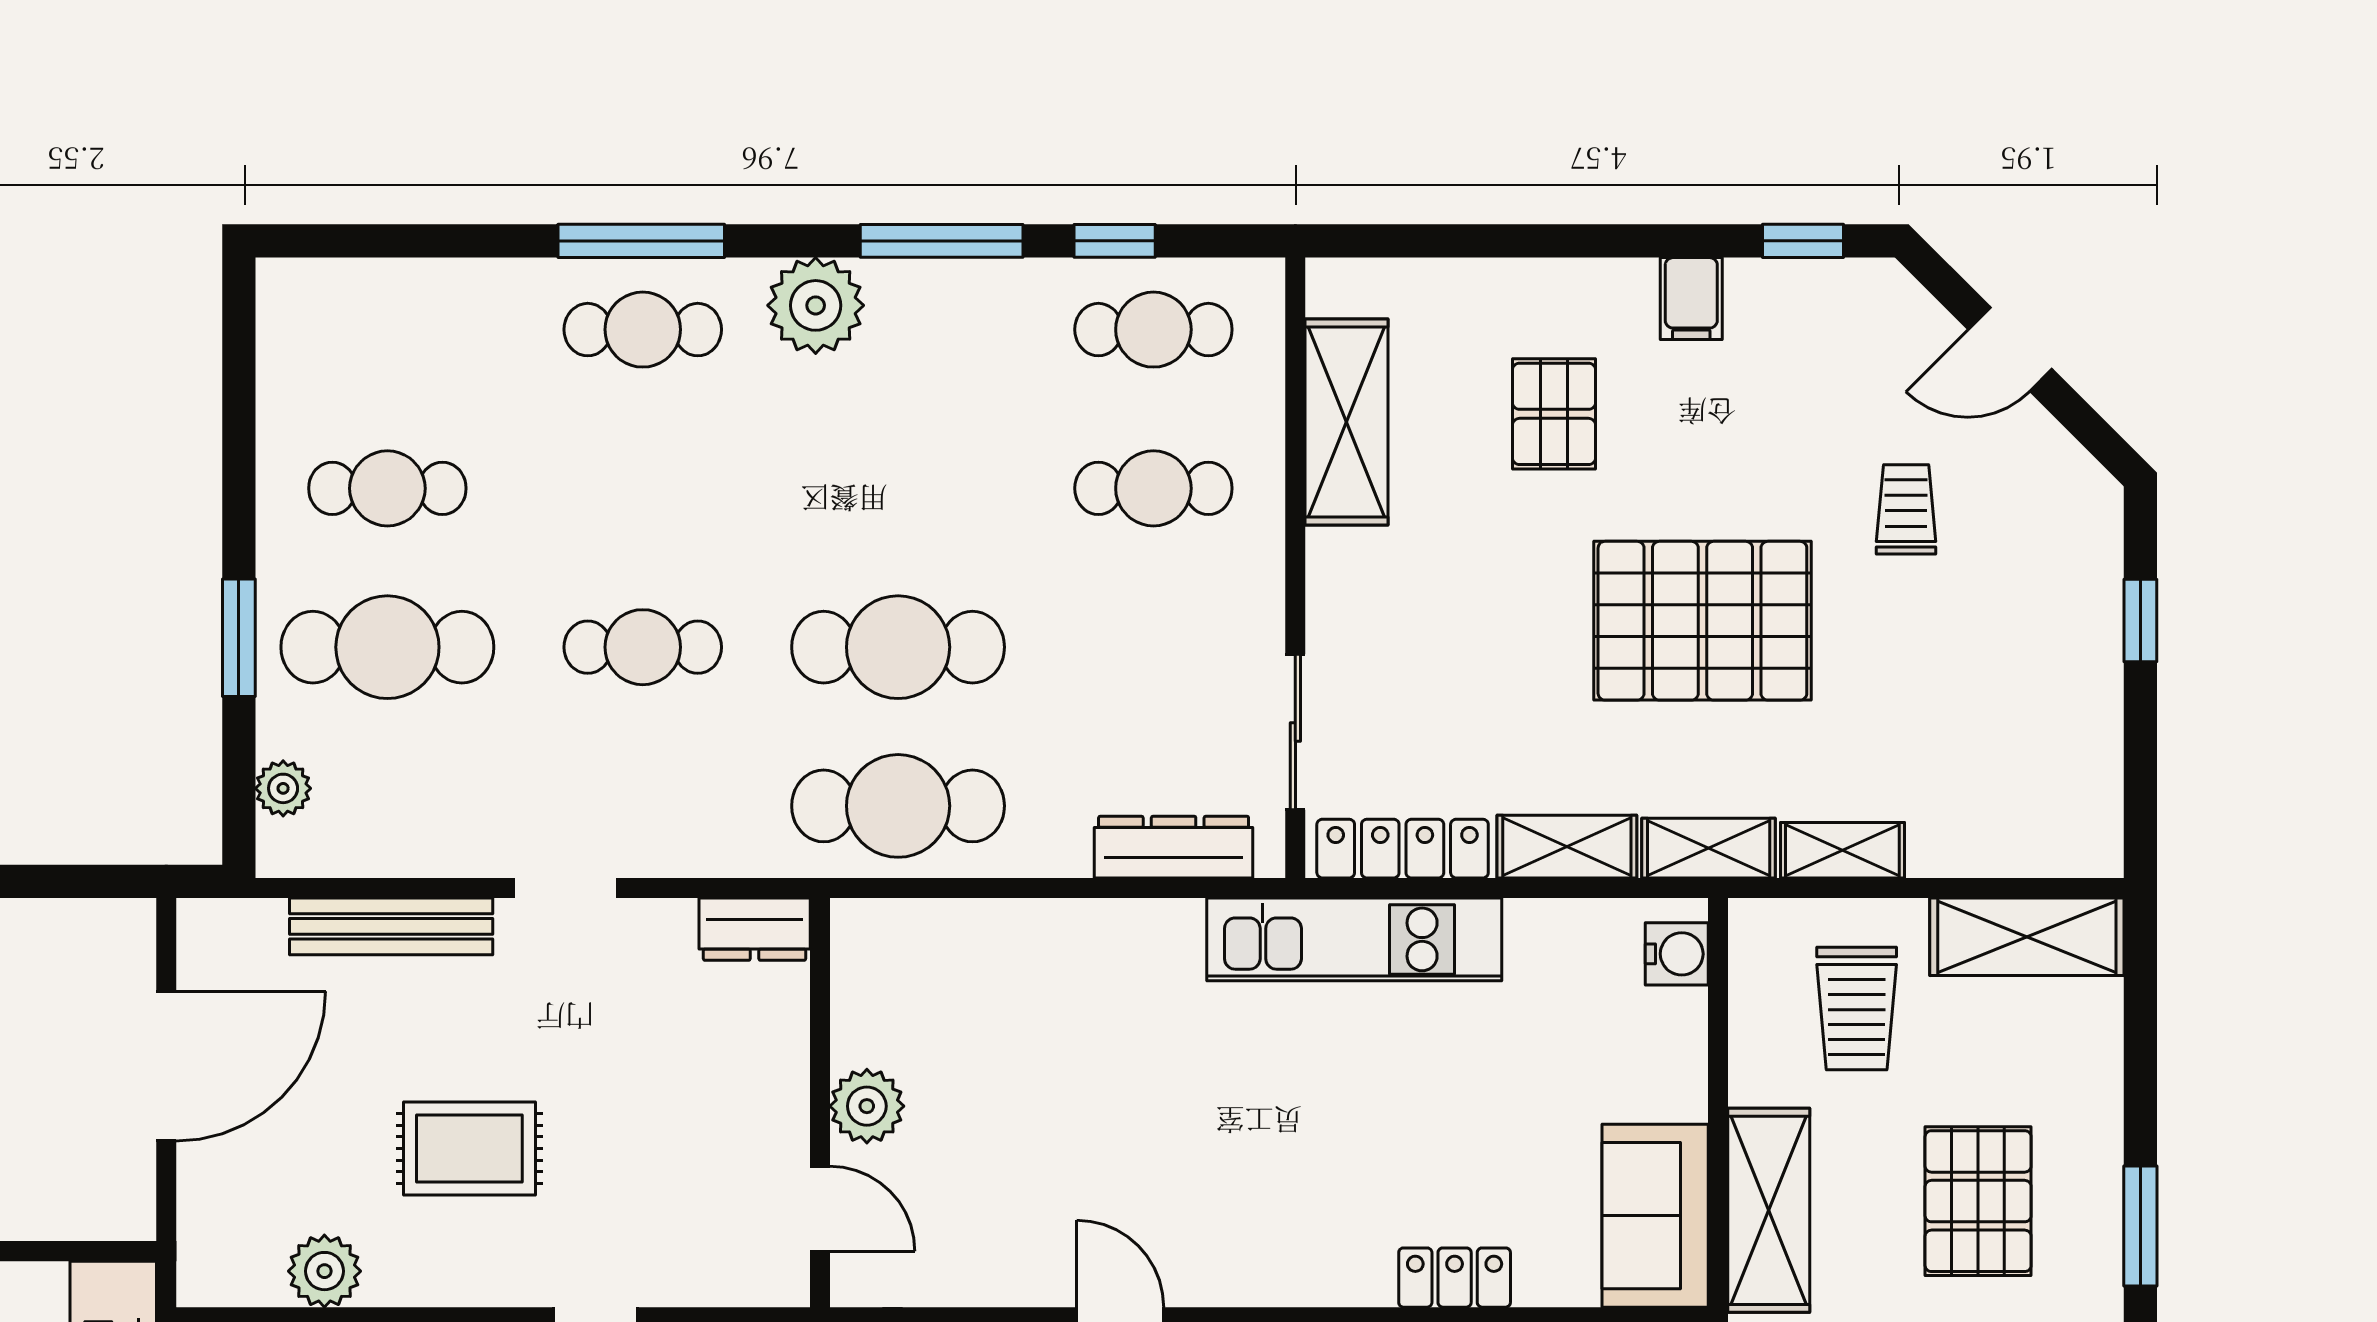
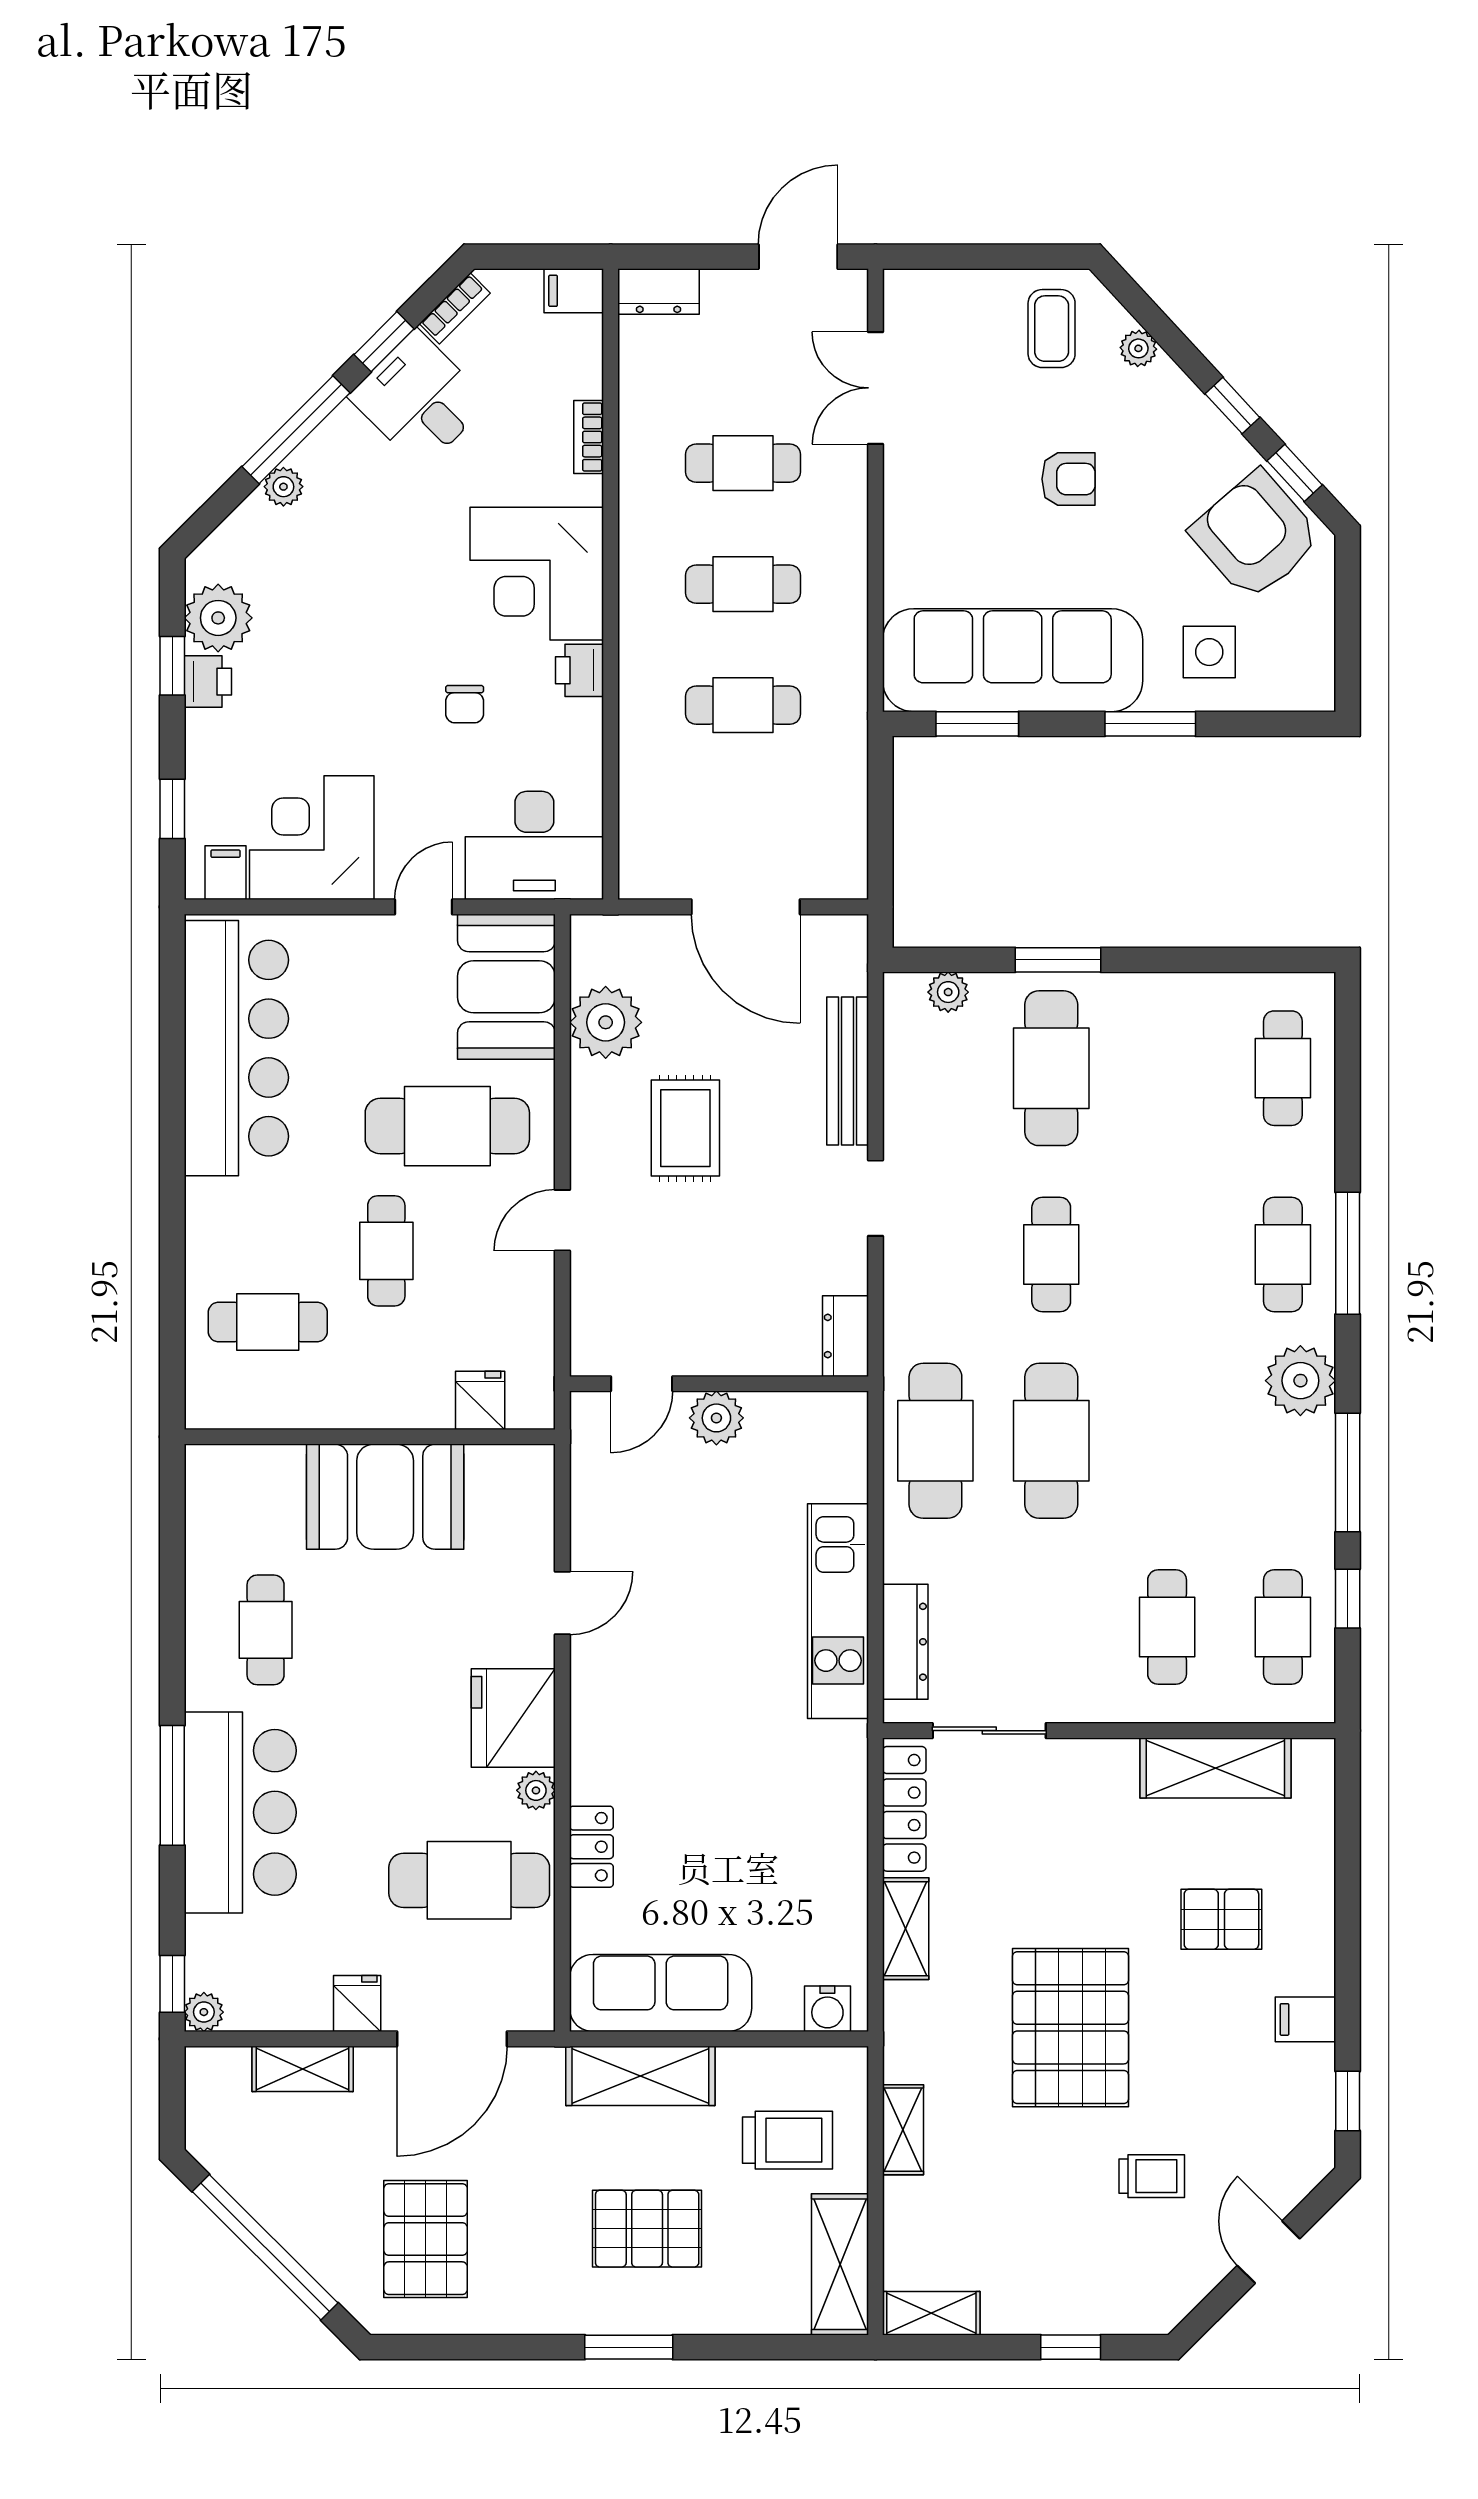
cafe table: (387, 488) -> (1283, 1068), moved
shelving: (1709, 848) -> (931, 2313), moved, turned 90
kitchen unit: (1354, 939) -> (838, 1611), moved
trolley: (1857, 1009) -> (788, 2140), turned 180
sofa: (1655, 1216) -> (661, 1993), width x1.36
plant: (324, 1271) -> (606, 1022), width x1.36, depth x1.36

